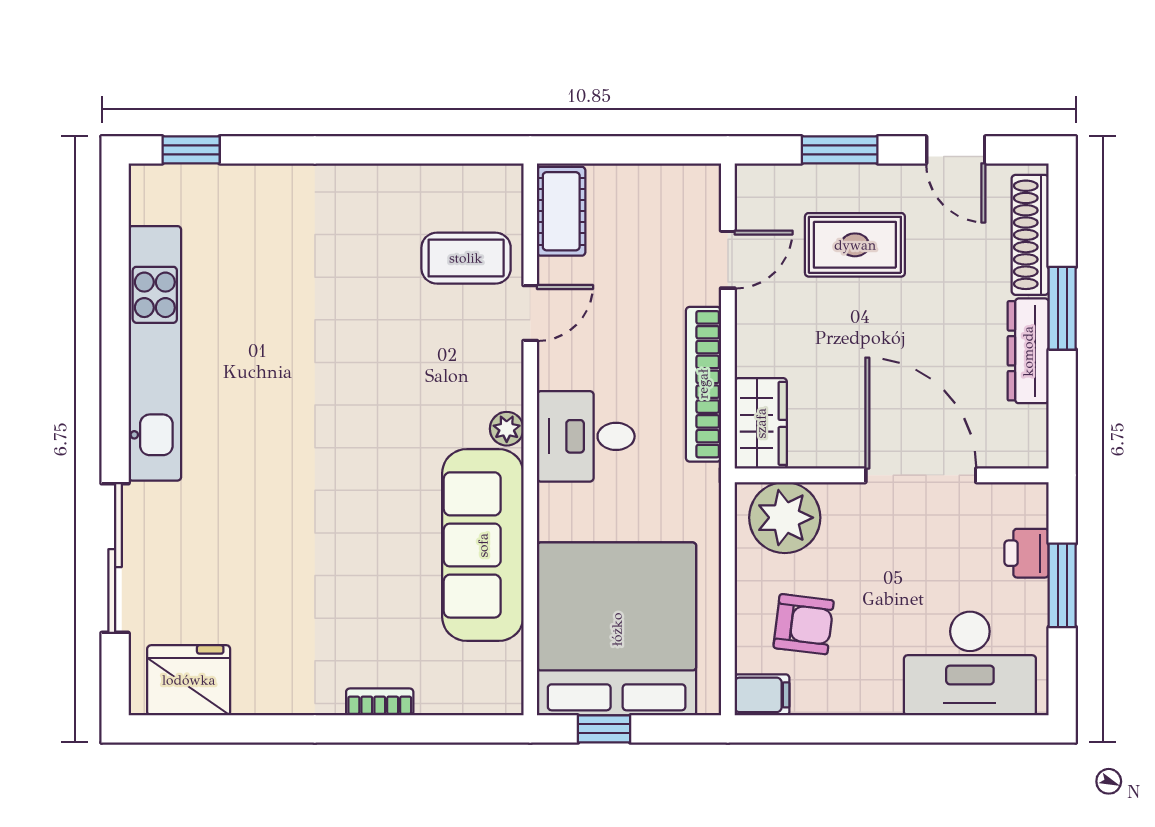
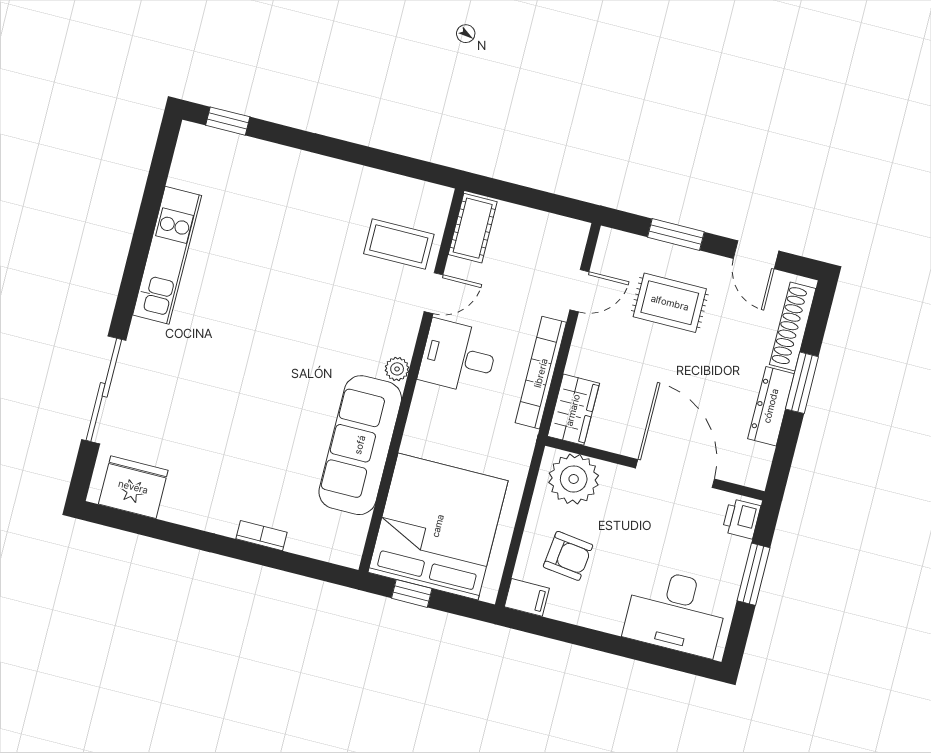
kitchen unit: (155, 353) -> (167, 255), width x0.73
desk: (586, 436) -> (458, 357), moved
printer: (1027, 553) -> (741, 519), moved

